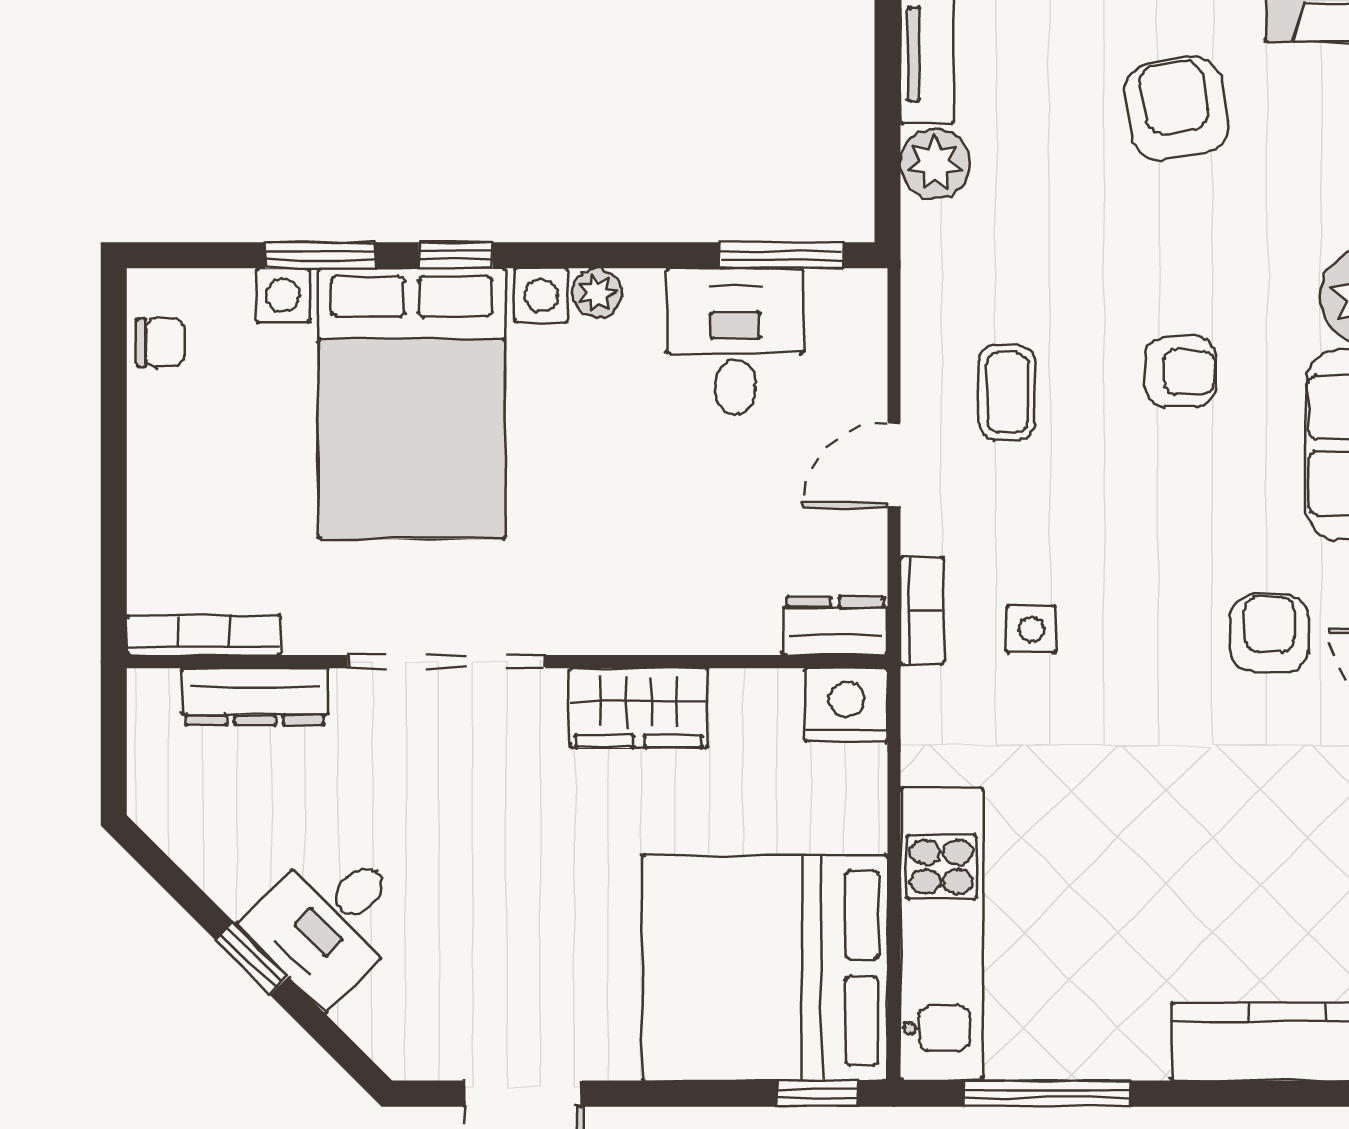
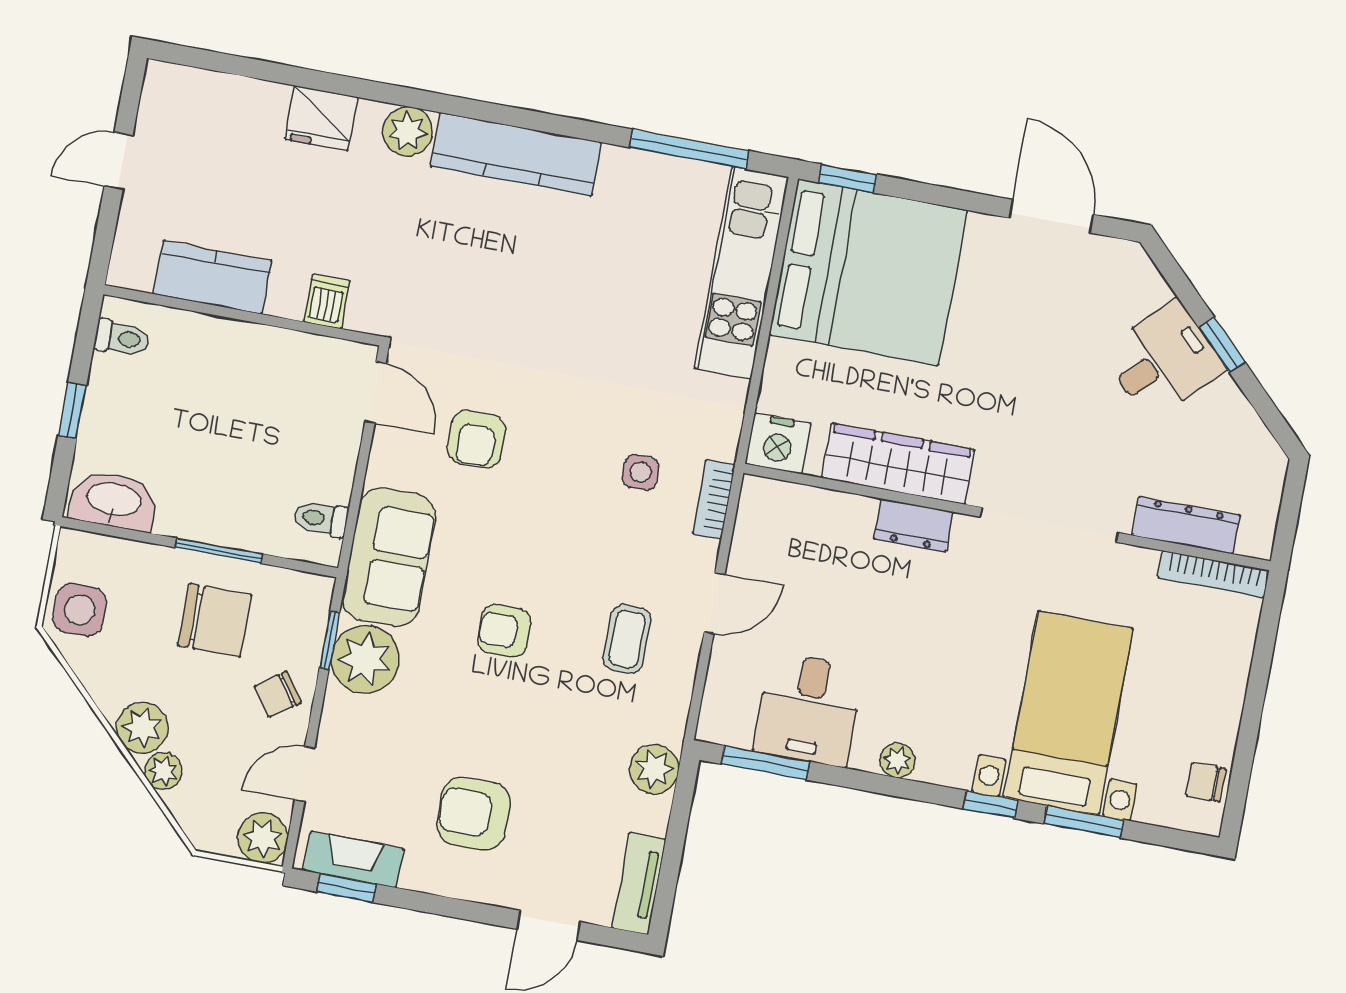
armchair: (1176, 109) -> (474, 814), turned 101
plant: (935, 164) -> (654, 769), moved
bed with nightstands: (412, 403) -> (1068, 713), width x0.73
dresser: (835, 626) -> (913, 525), moved
wardrobe: (639, 708) -> (898, 464), width x1.50

